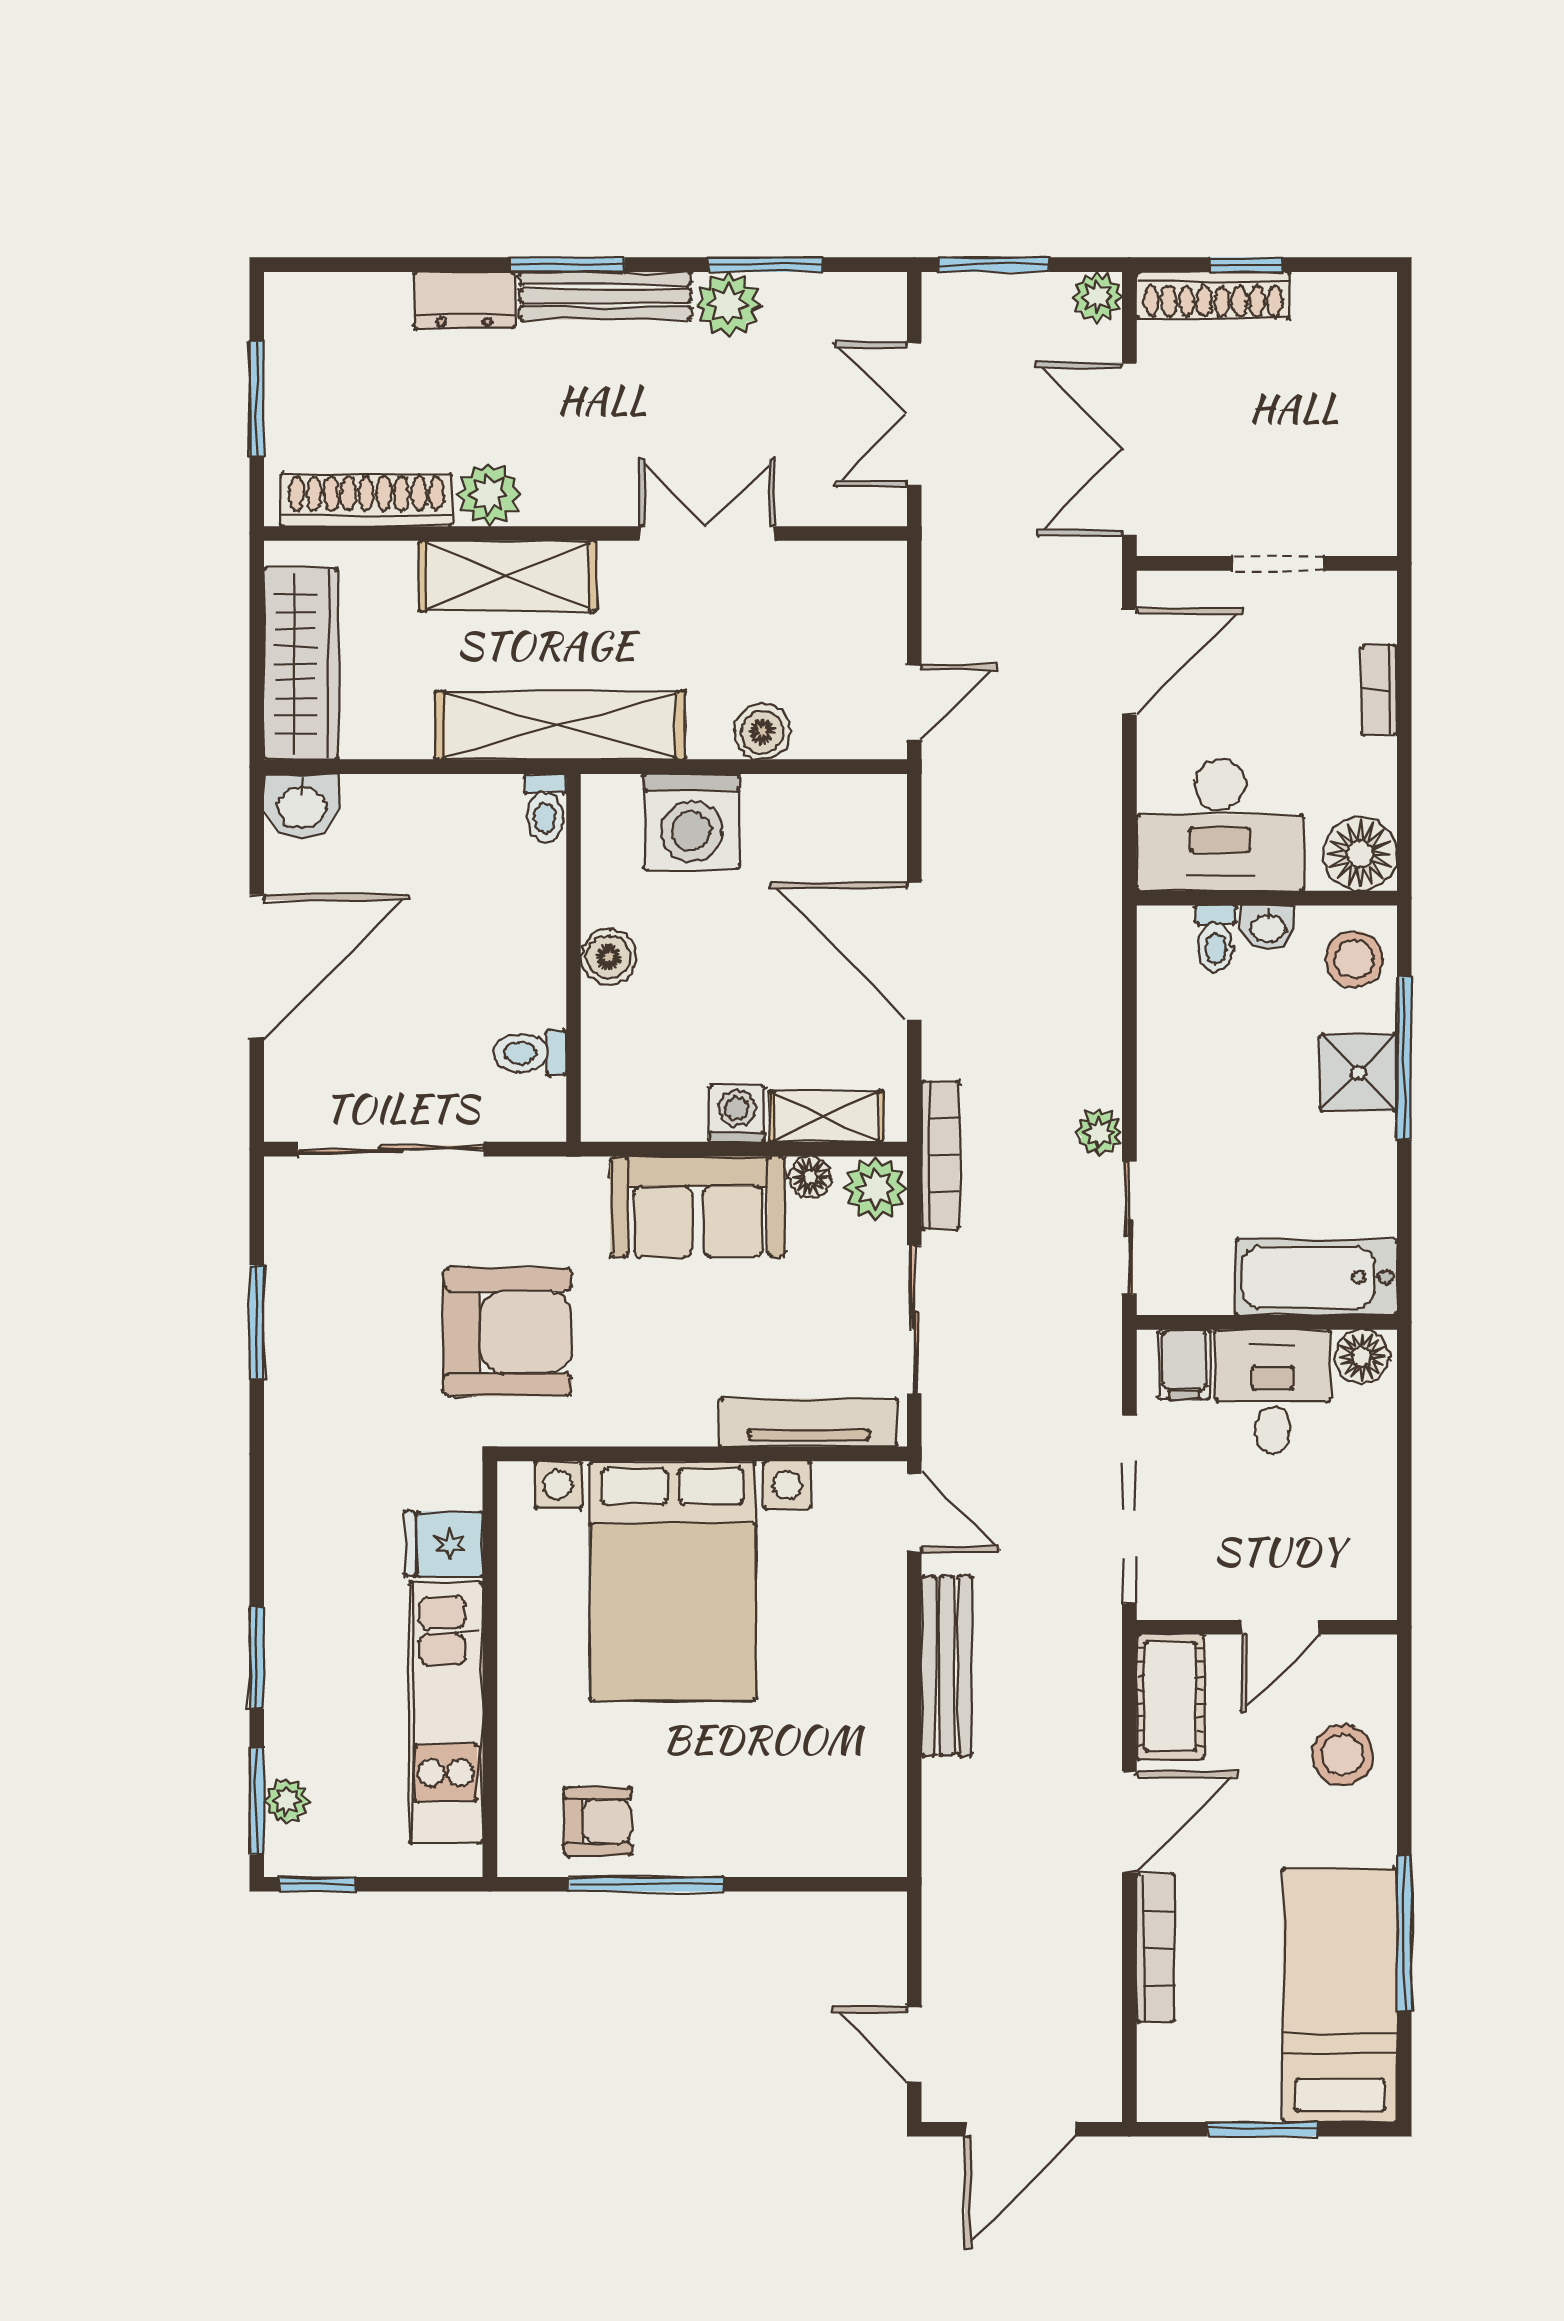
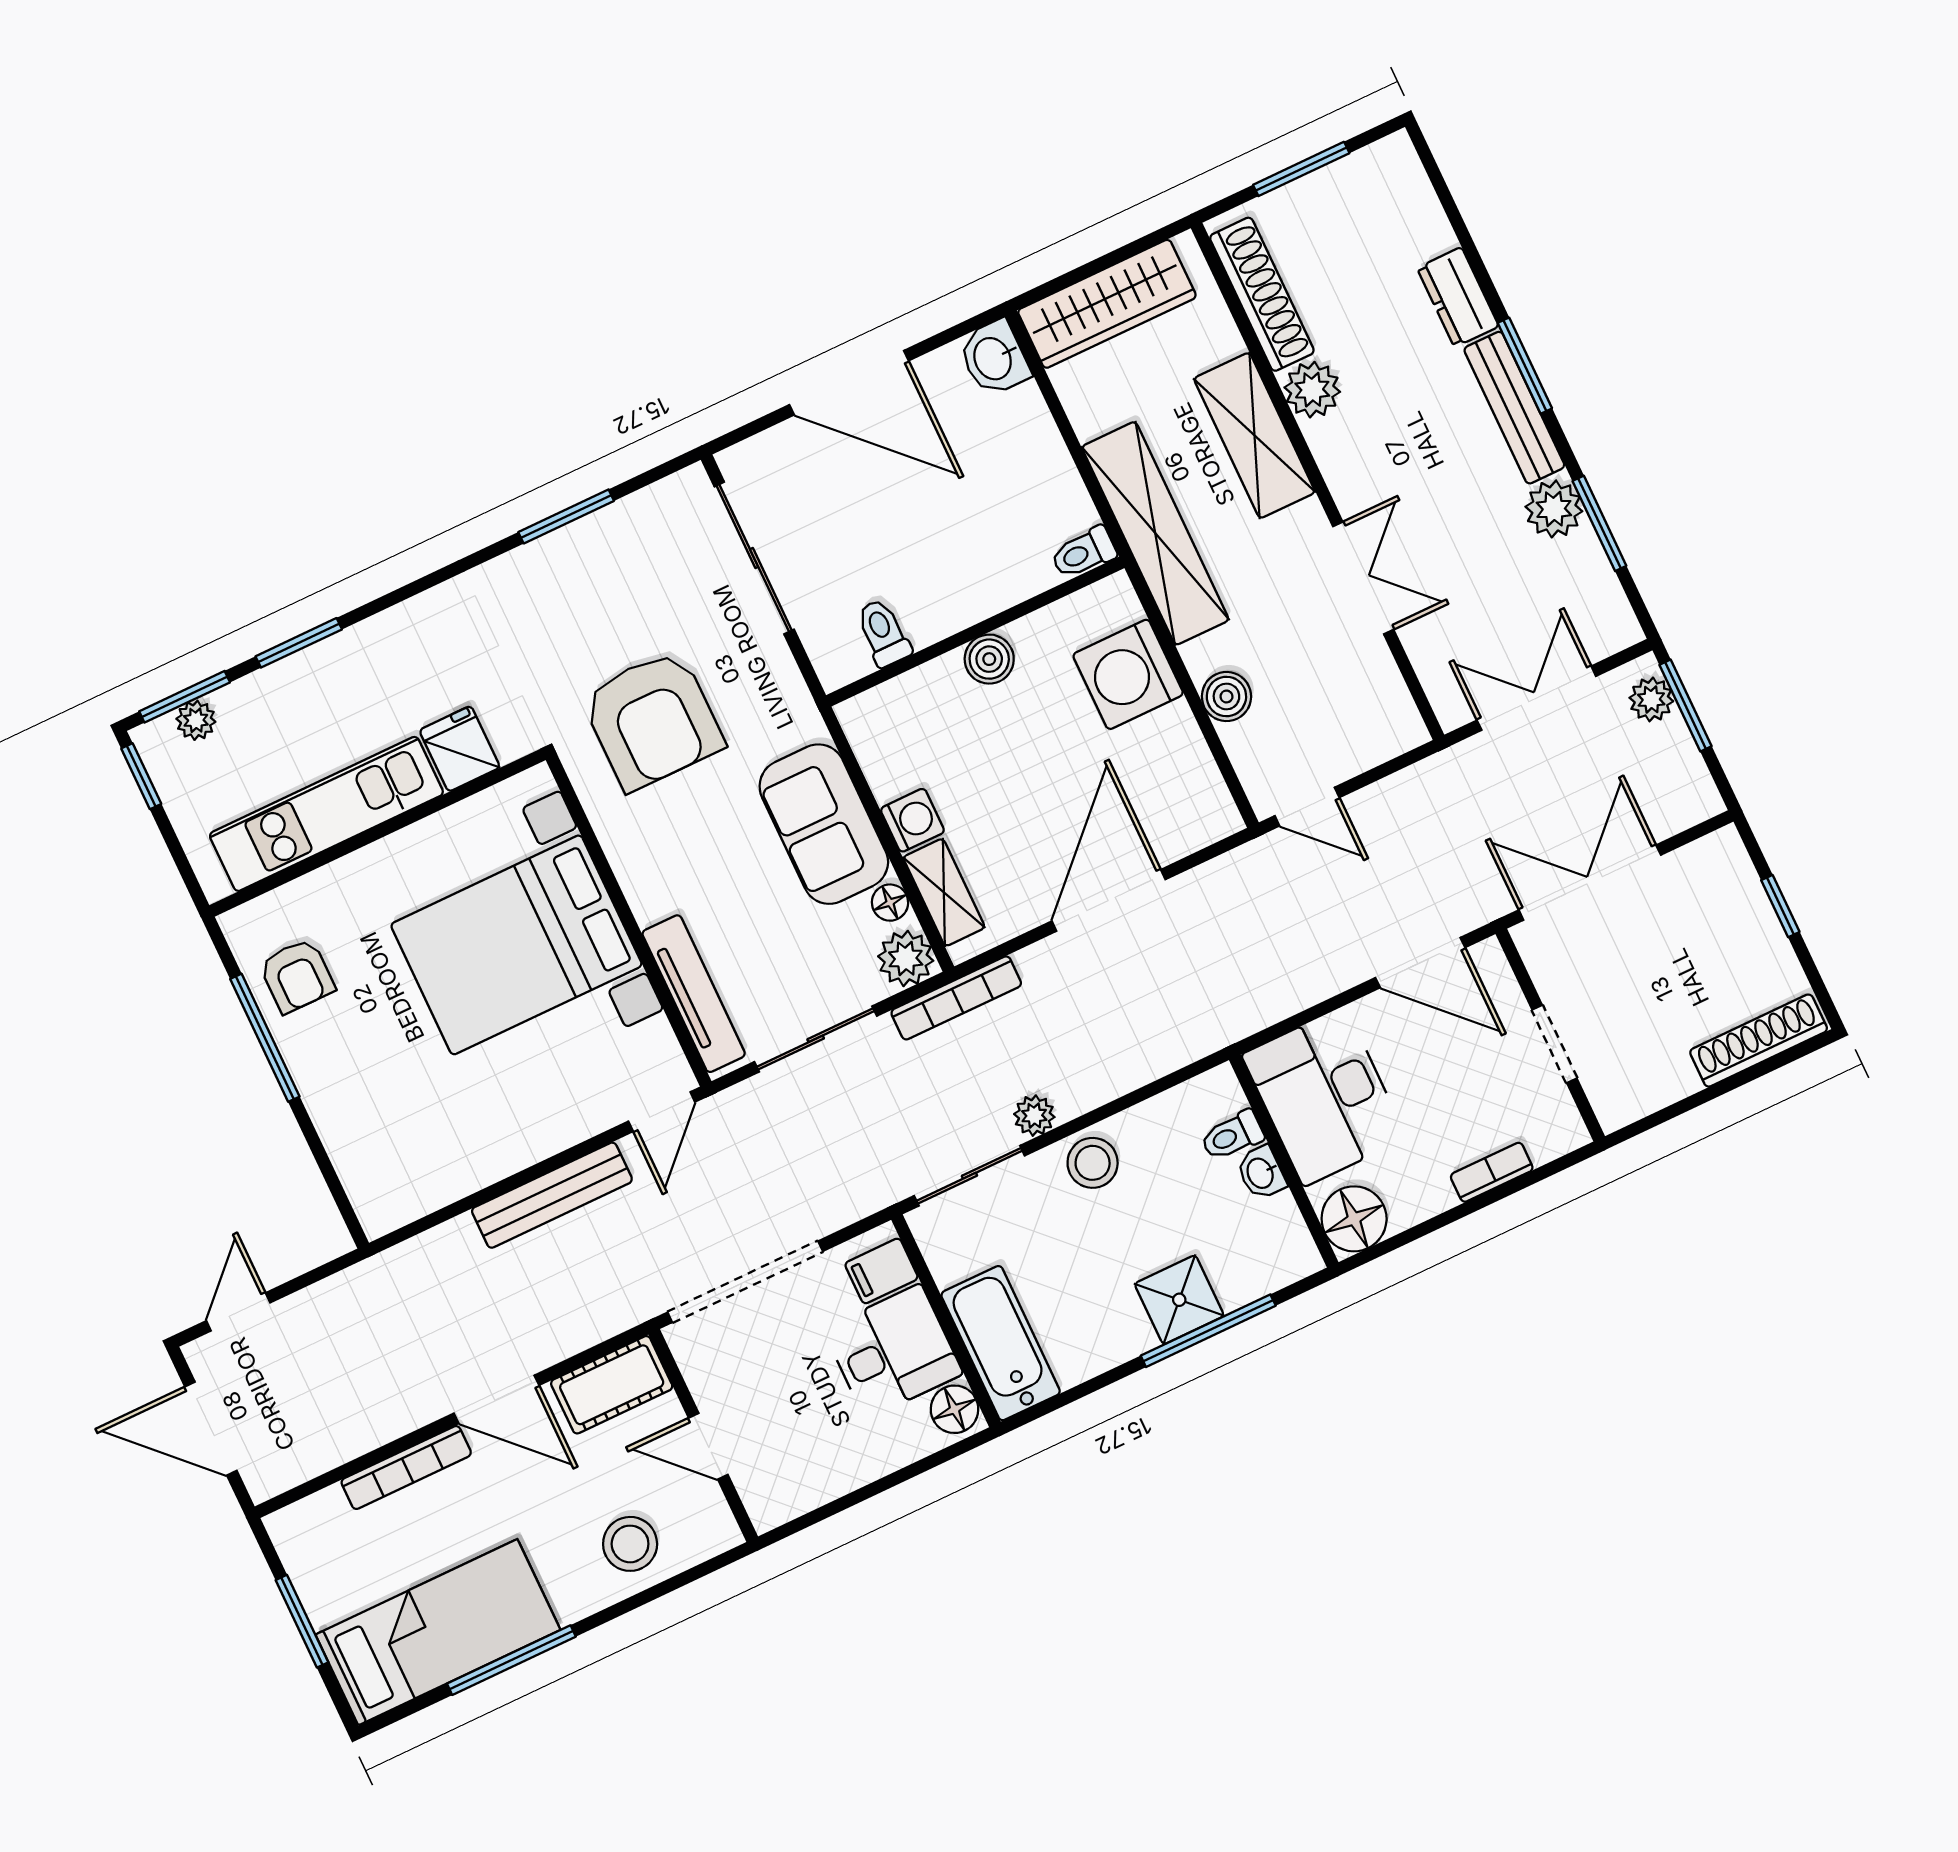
shoe rack: (1213, 295) -> (1759, 1041), moved, turned 90
plant: (1097, 297) -> (1651, 699), moved
stool: (1354, 959) -> (1093, 1163), moved

